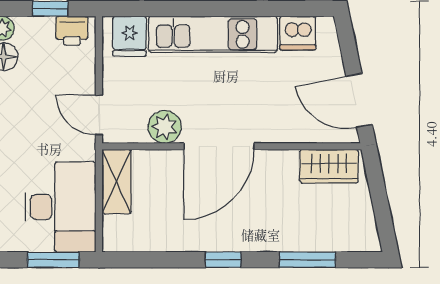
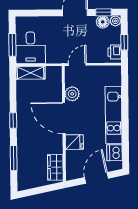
fridge: (130, 36) -> (74, 142), moved, turned 180
door: (359, 100) -> (96, 178), moved
shelving: (116, 182) -> (30, 73), moved
desk: (60, 207) -> (30, 48), width x0.73

